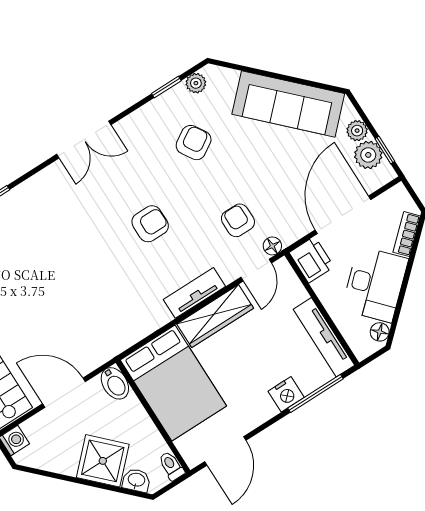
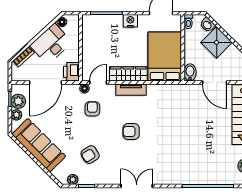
armchair: (238, 220) -> (92, 109), turned 180
tv unit: (324, 337) -> (87, 35), removed
nightstand: (286, 394) -> (130, 21), moved

